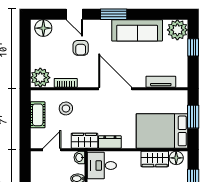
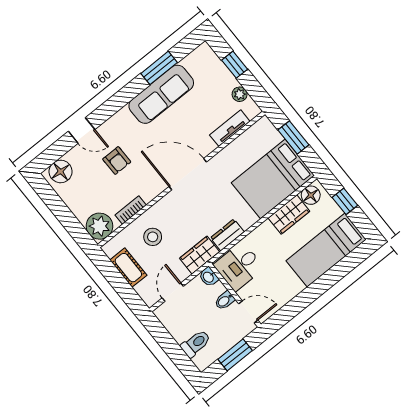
window: (114, 14) -> (159, 68), moved
plant: (177, 30) -> (240, 94), moved, width x0.53, depth x0.53

